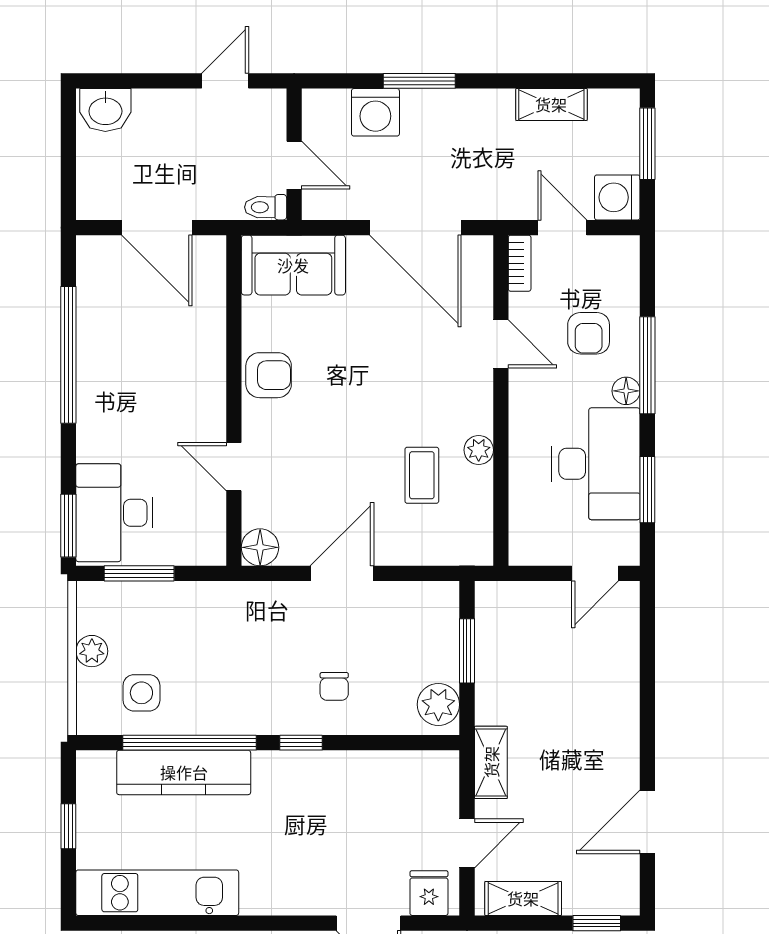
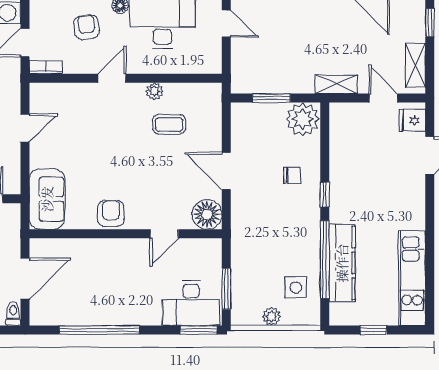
toilet: (266, 207) -> (13, 313), moved, turned 180
door: (415, 228) -> (25, 128), width x0.53
armchair: (589, 333) -> (87, 27), turned -97
door: (501, 344) -> (112, 78), moved
floor lamp: (260, 547) -> (207, 214), width x1.38, depth x1.38
plant: (438, 704) -> (303, 119), width x1.36, depth x1.36

